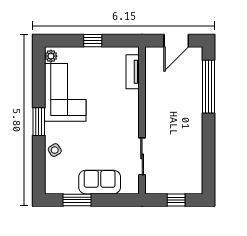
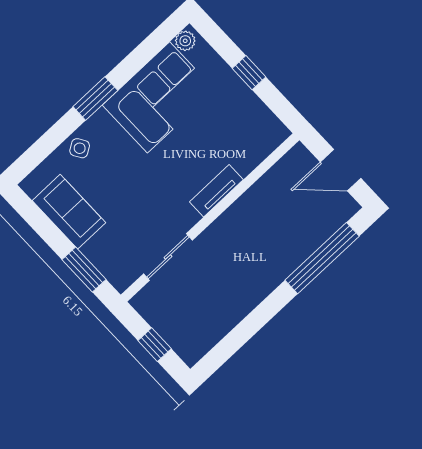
tv unit: (133, 72) -> (216, 191), moved
sofa: (100, 182) -> (69, 212), moved
window: (77, 200) -> (84, 270), moved

